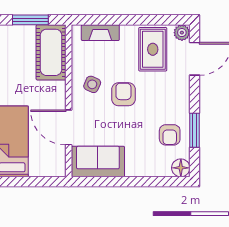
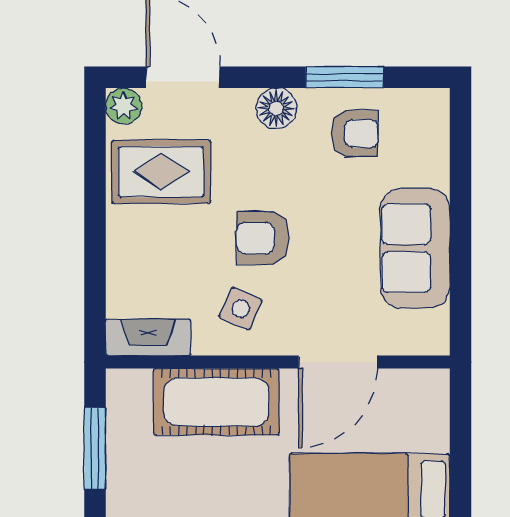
fireplace: (100, 33) -> (148, 337), moved, turned -90
cot: (51, 52) -> (216, 402), moved
sofa: (98, 162) -> (415, 248), moved
floor lamp: (181, 168) -> (276, 108), moved

